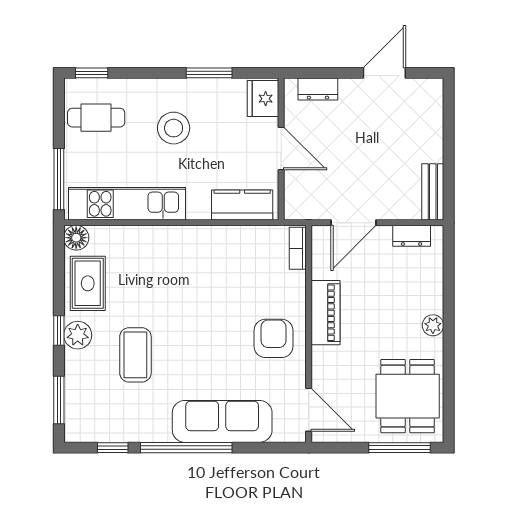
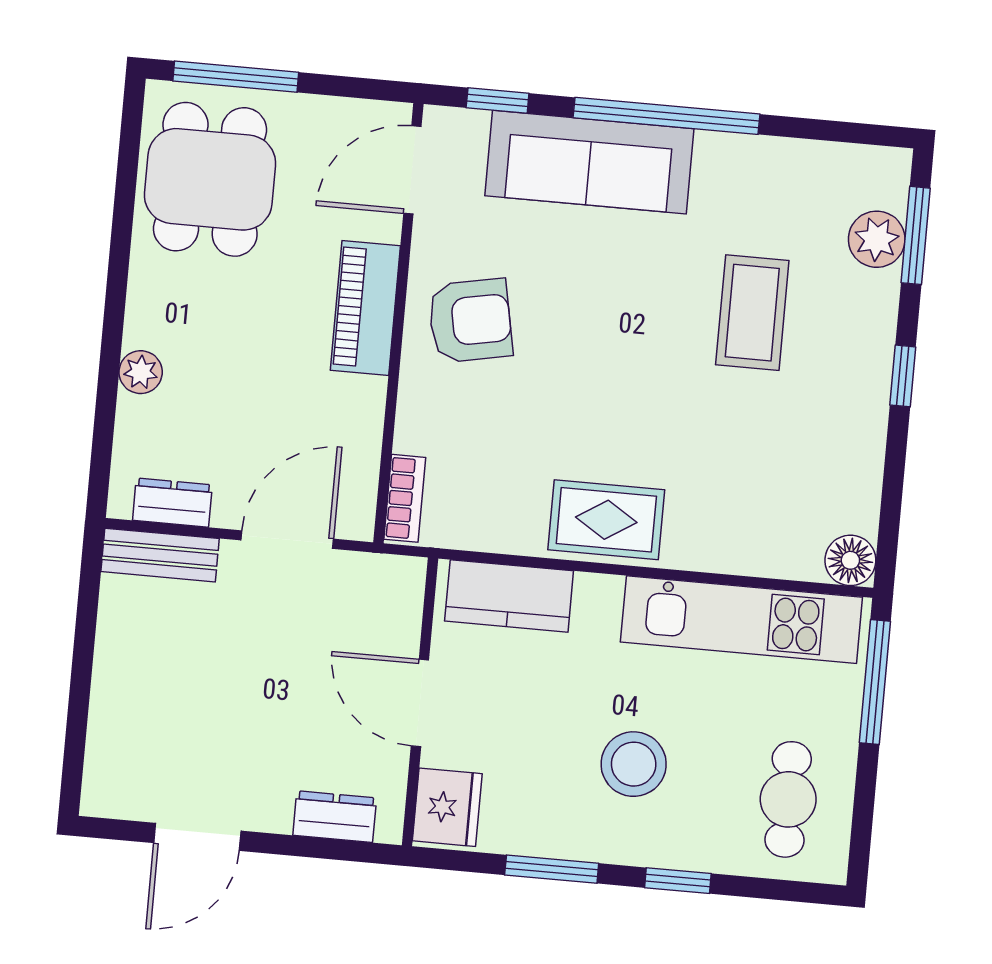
window: (92, 73) -> (678, 881), moved
cafe table: (96, 118) -> (788, 799), turned 90
bench: (433, 192) -> (160, 555), moved, turned 90
rug: (88, 283) -> (606, 520), moved, turned 90
piano: (326, 313) -> (365, 308), moved
plant: (433, 325) -> (141, 372), moved
plant: (78, 335) -> (877, 239), moved
armchair: (274, 338) -> (470, 321), turned -101
door: (309, 410) -> (412, 170), hinge flipped
window: (113, 448) -> (498, 101), moved

